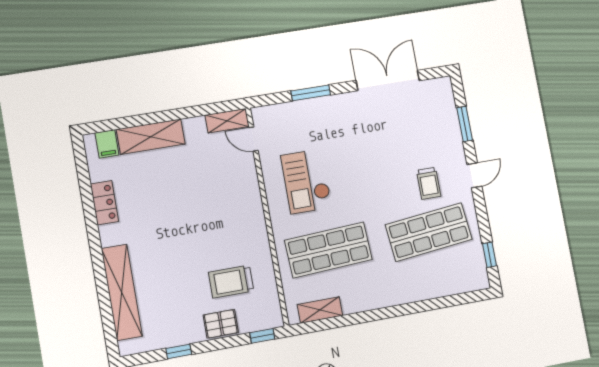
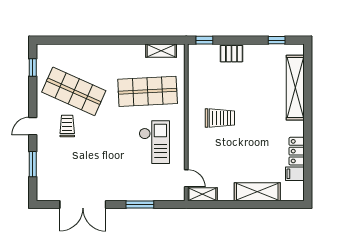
filing cabinet: (107, 144) -> (295, 174), moved, turned -90
shop shelf: (429, 232) -> (74, 91), turned 30
trolley: (231, 282) -> (220, 118), moved
window: (179, 351) -> (277, 40), moved

